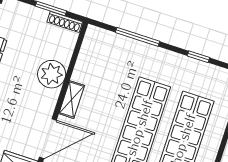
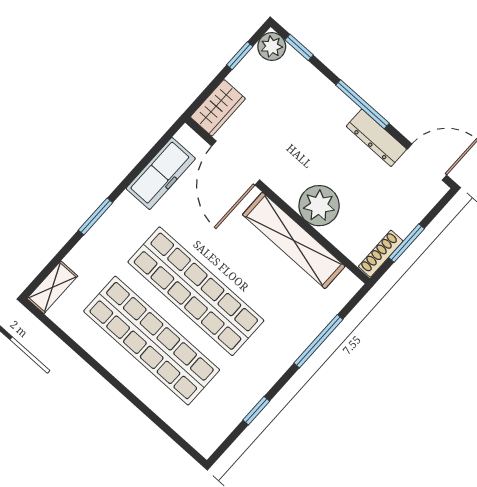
shelving: (72, 100) -> (294, 240), width x2.20, depth x1.33

